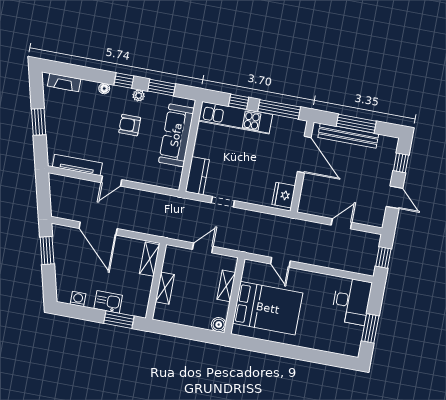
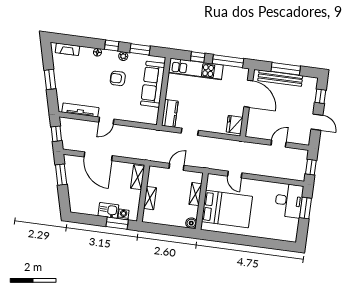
window: (43, 195) -> (56, 134), added
washing machine: (78, 299) -> (123, 214), moved
window: (370, 328) -> (305, 208), moved

